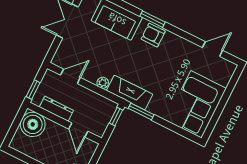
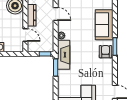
door: (78, 130) -> (25, 35), swing flipped

